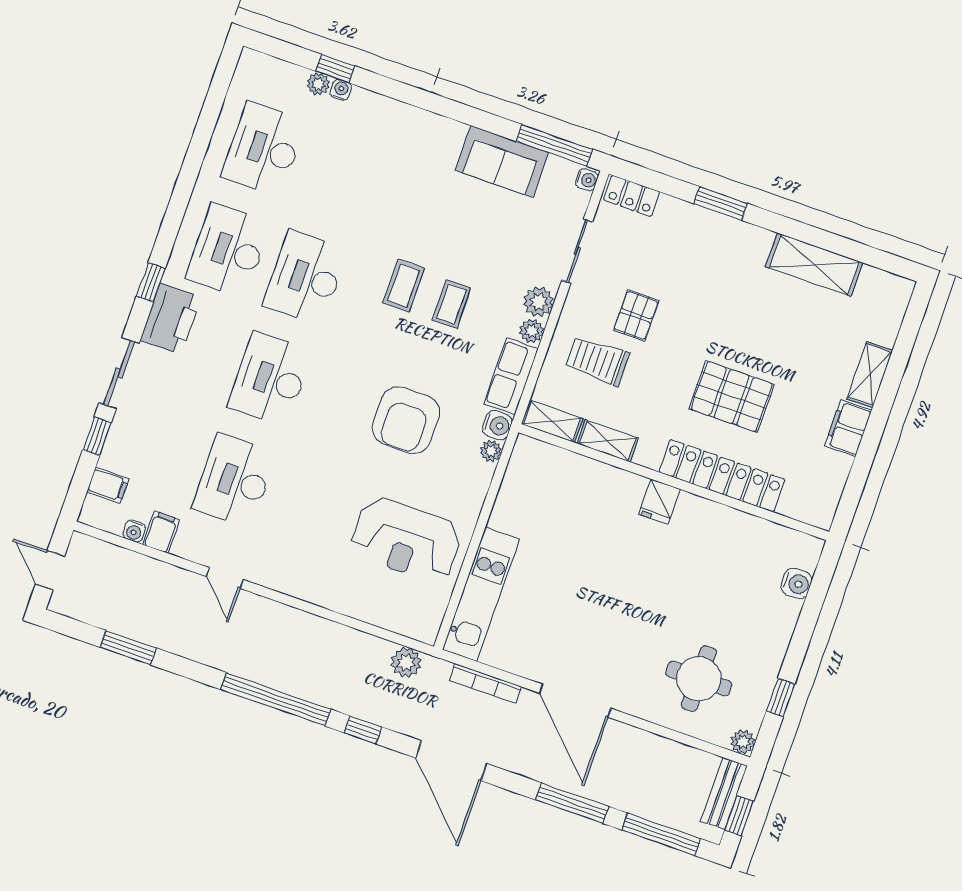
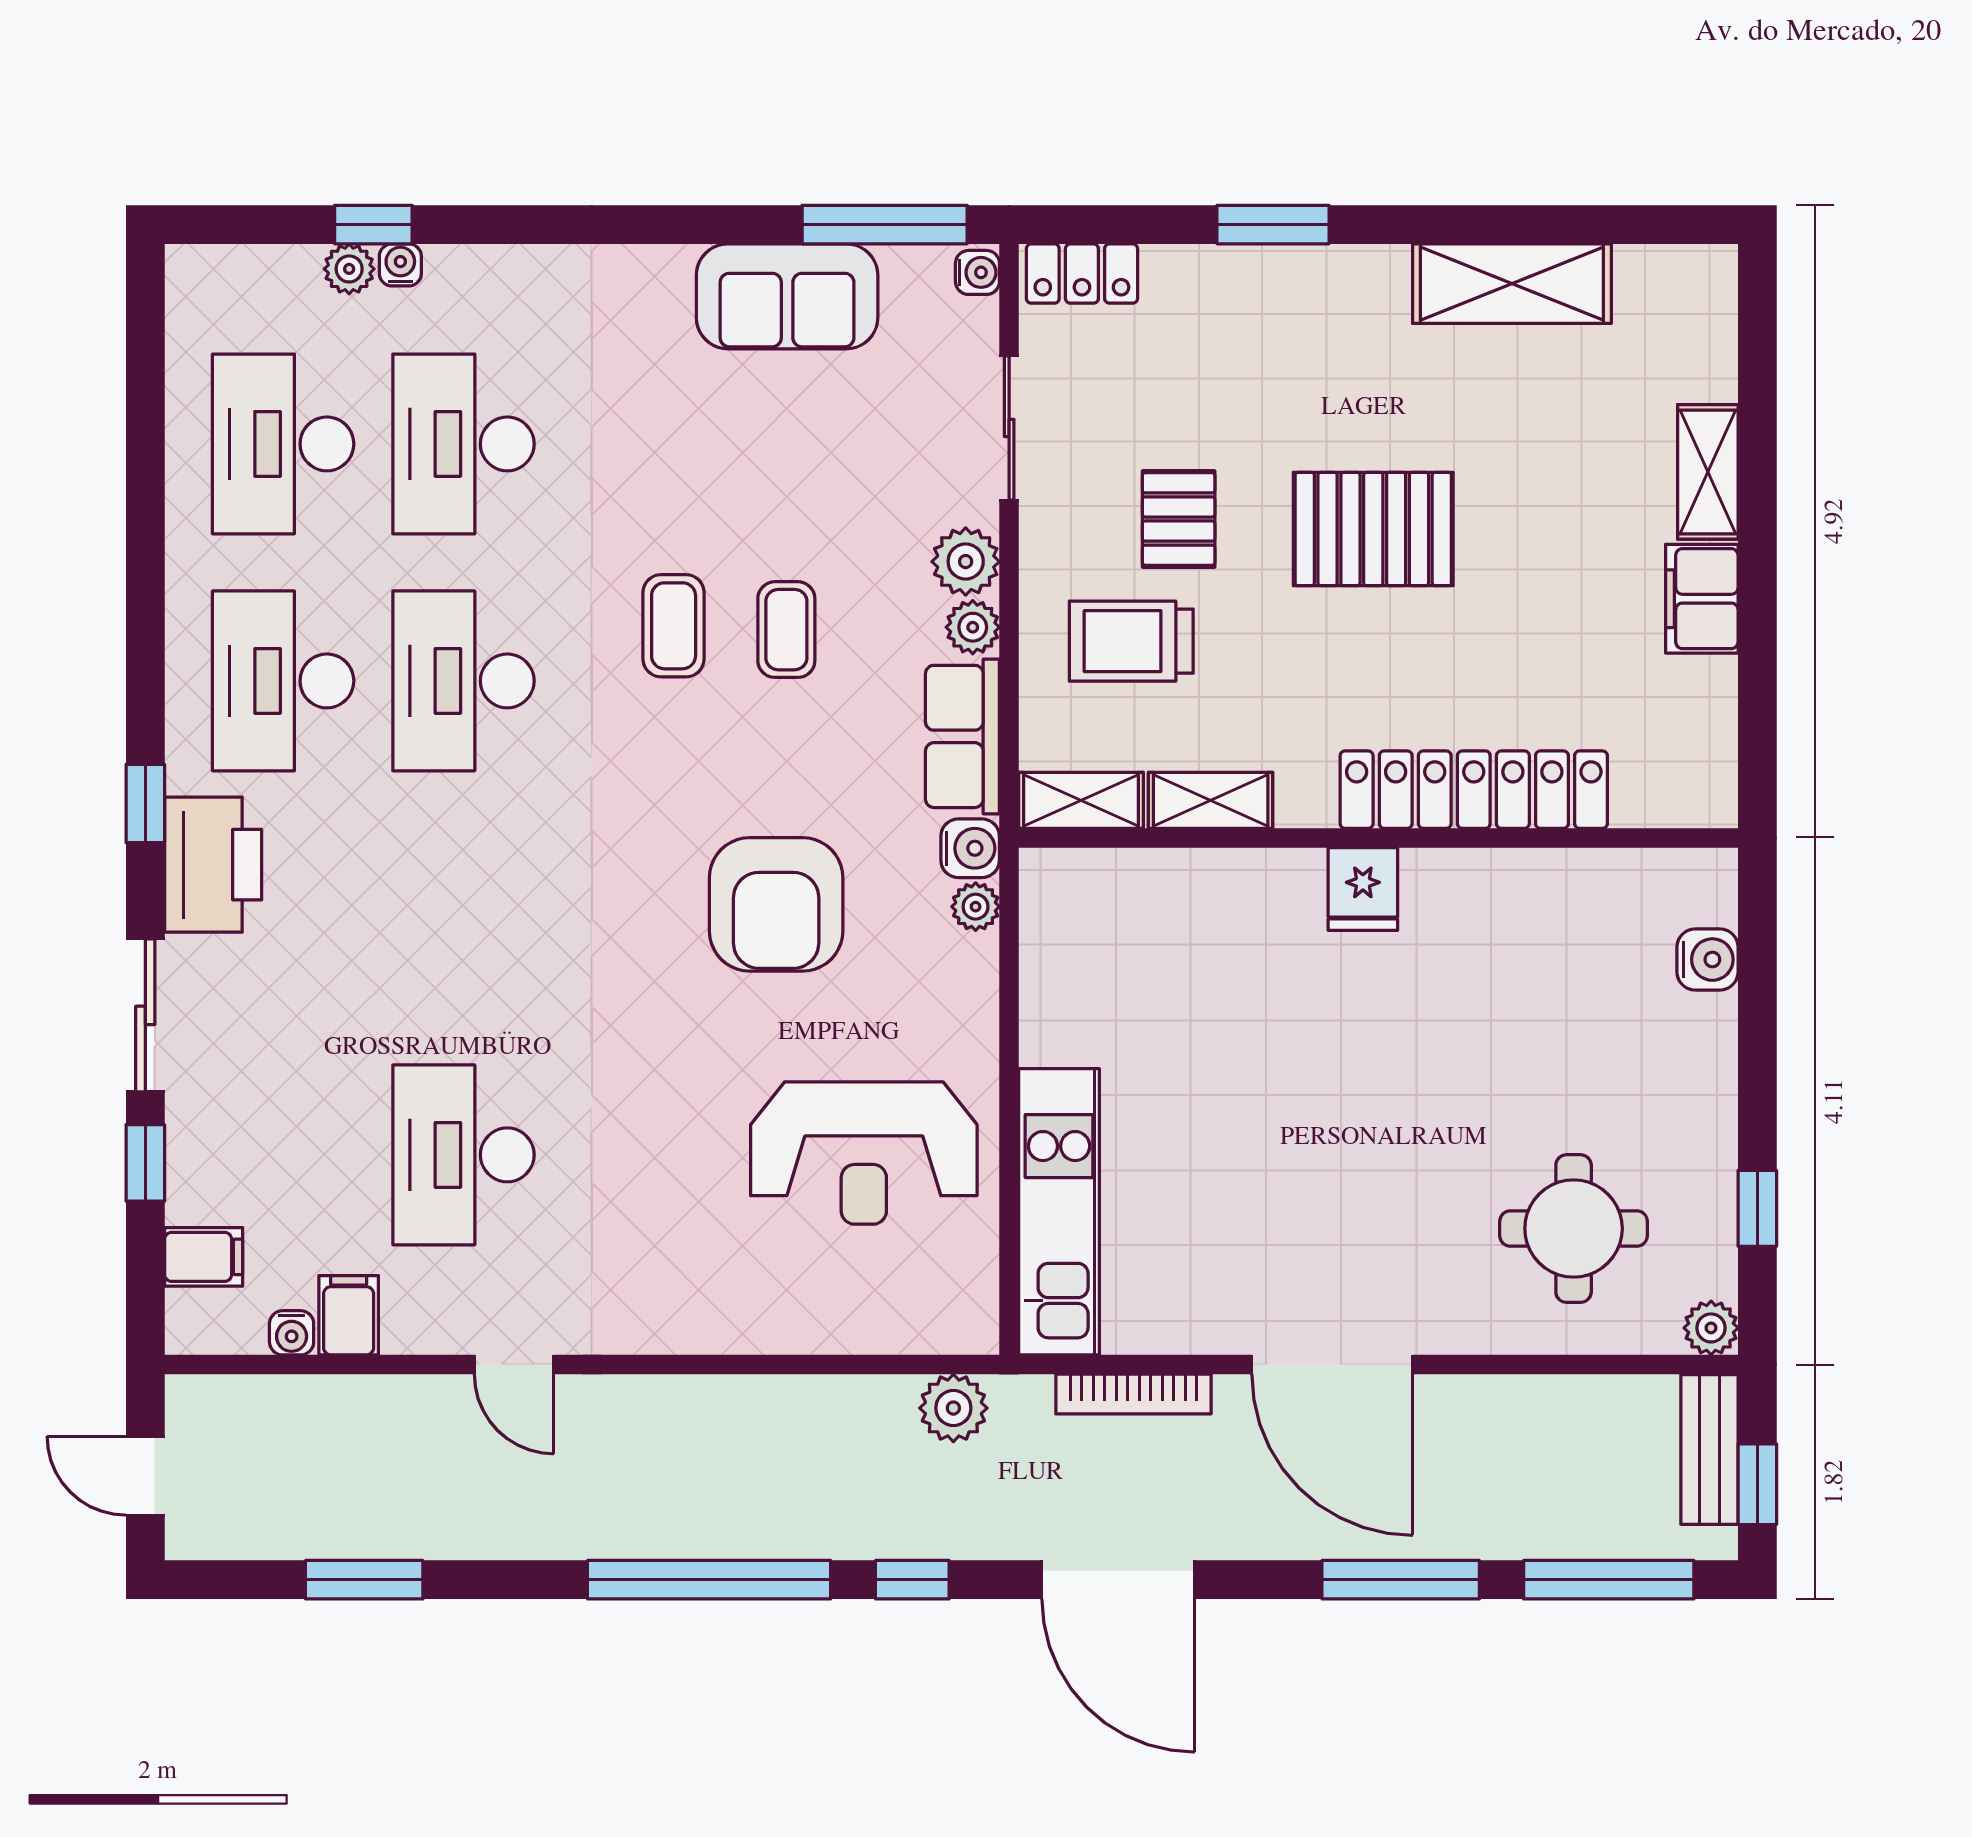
desk: (270, 379) -> (463, 444), moved
pallet: (732, 396) -> (1373, 529), moved

